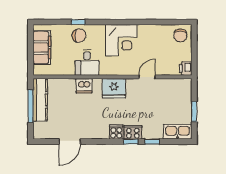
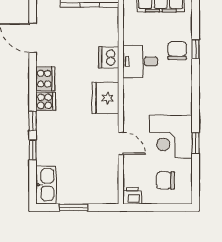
window: (147, 22) -> (196, 143), added
chair: (180, 35) -> (166, 180), moved
chair: (79, 36) -> (177, 51), turned 180
corner desk: (121, 40) -> (171, 137), moved
cooker: (133, 132) -> (45, 79), moved

